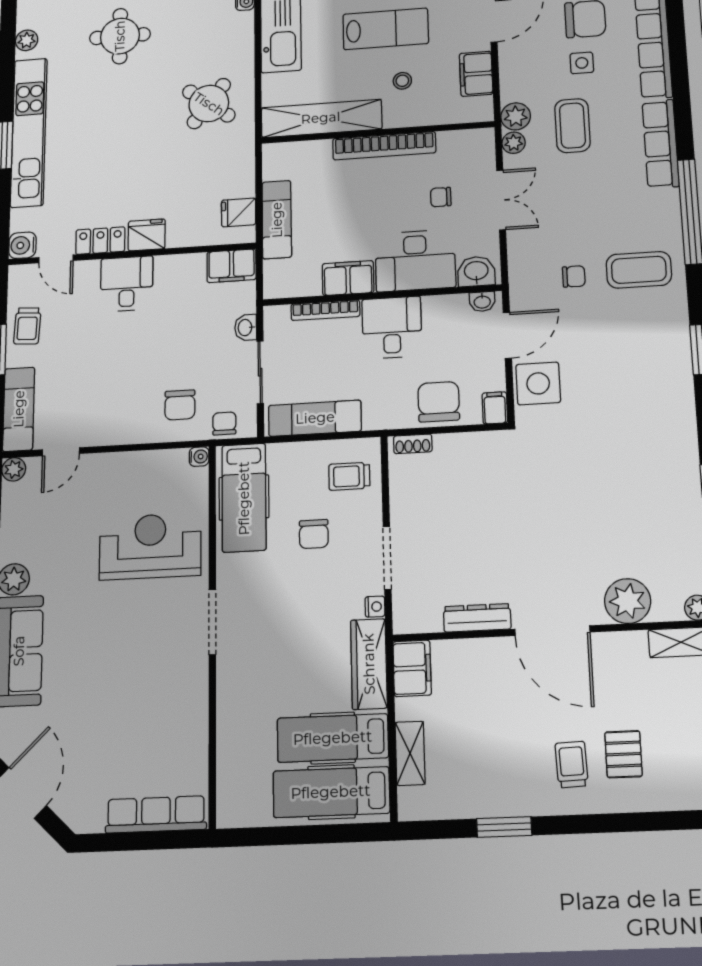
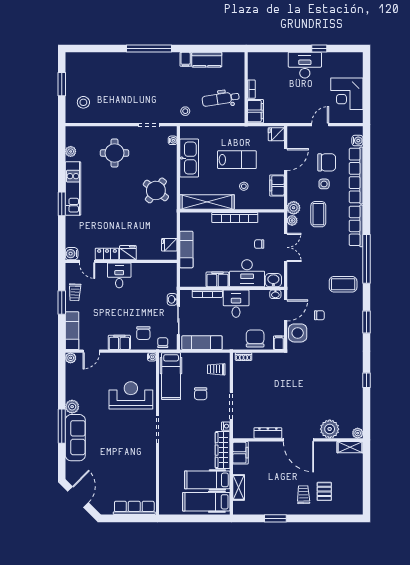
kitchen unit: (29, 132) -> (73, 189), width x0.73
filing cabinet: (232, 266) -> (119, 342), moved, turned 180
chair: (574, 276) -> (319, 315), moved

